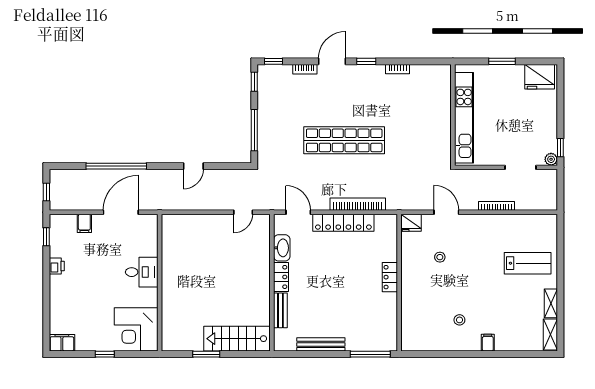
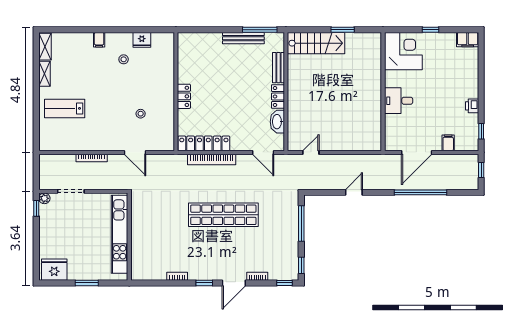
locker: (343, 223) -> (204, 143), moved
fridge: (411, 223) -> (142, 40), moved, turned 180
window: (370, 354) -> (260, 30), moved

